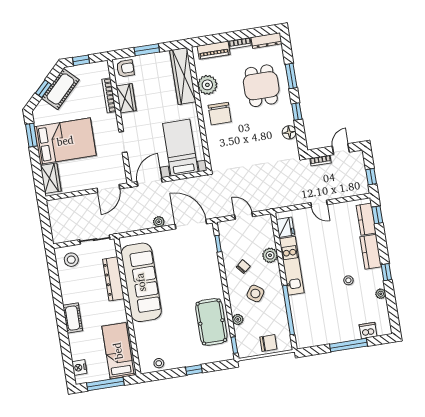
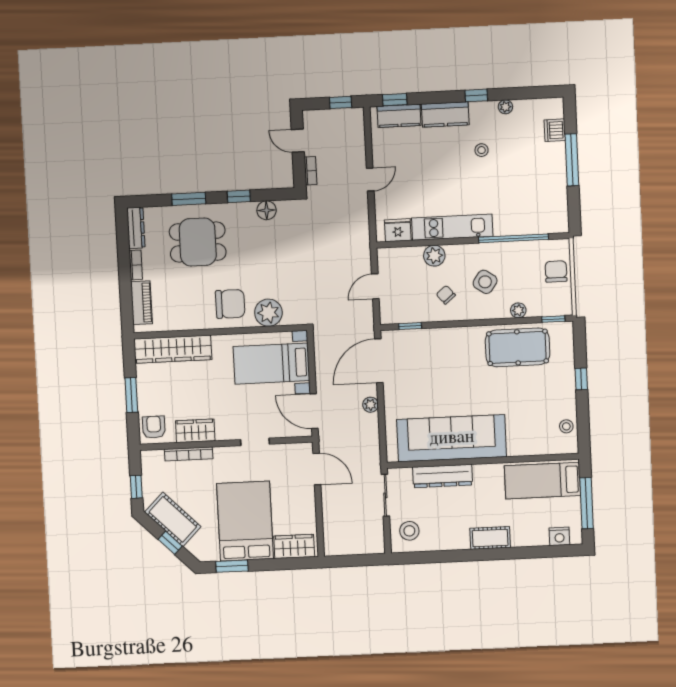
plant: (207, 85) -> (268, 313), moved

